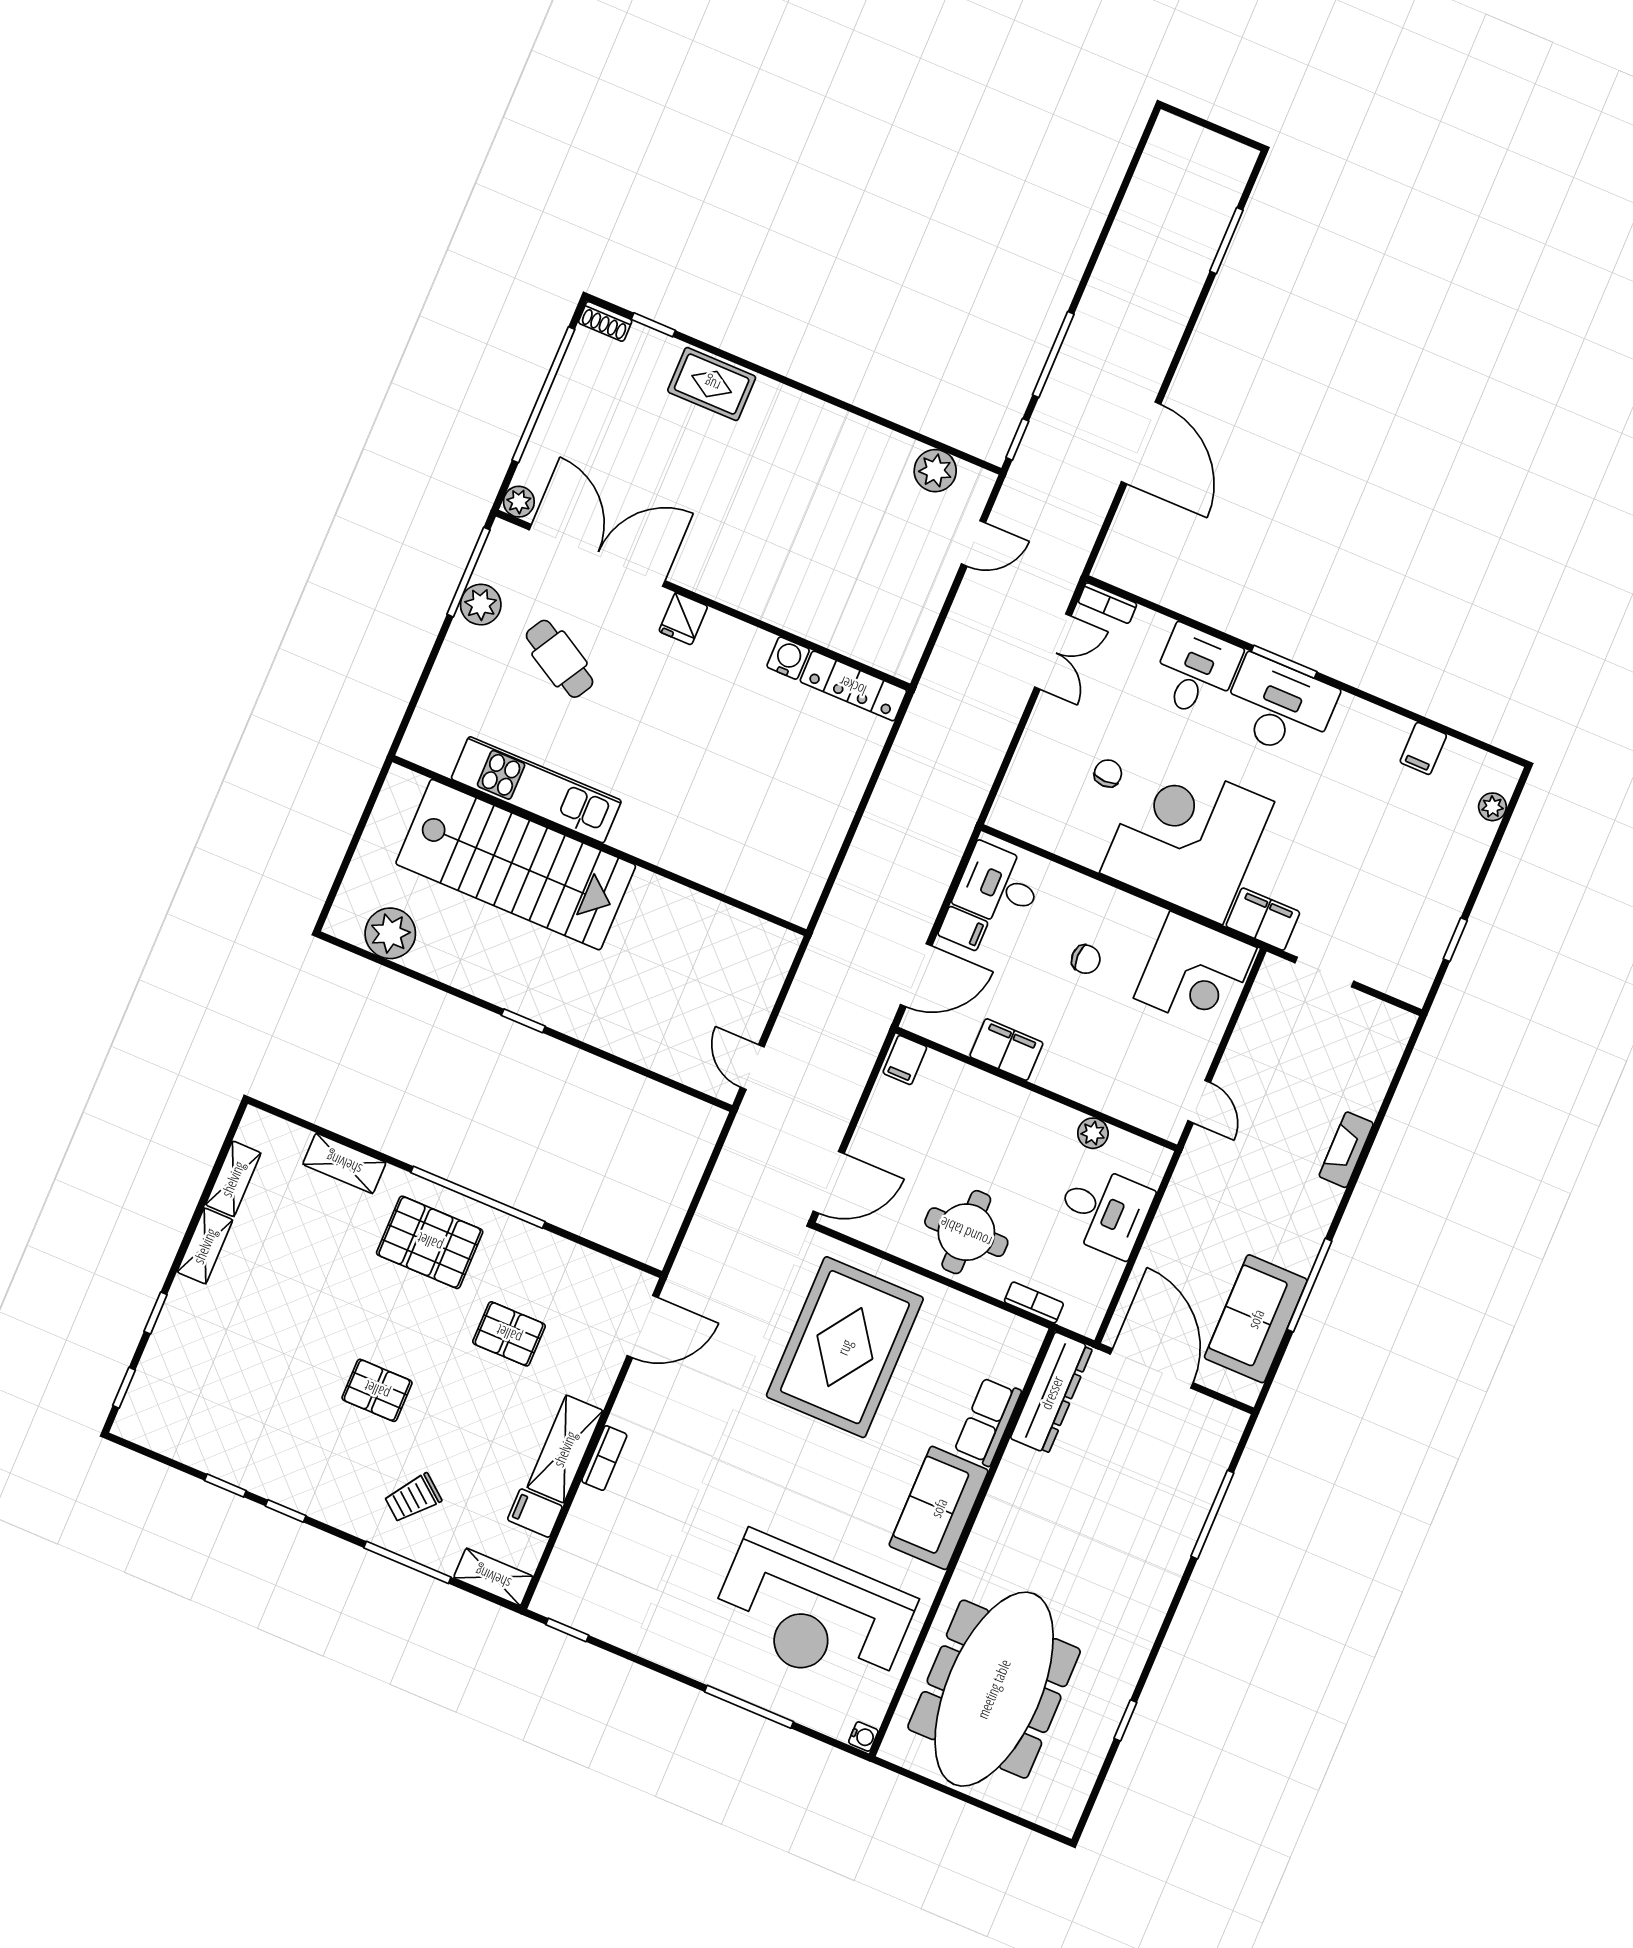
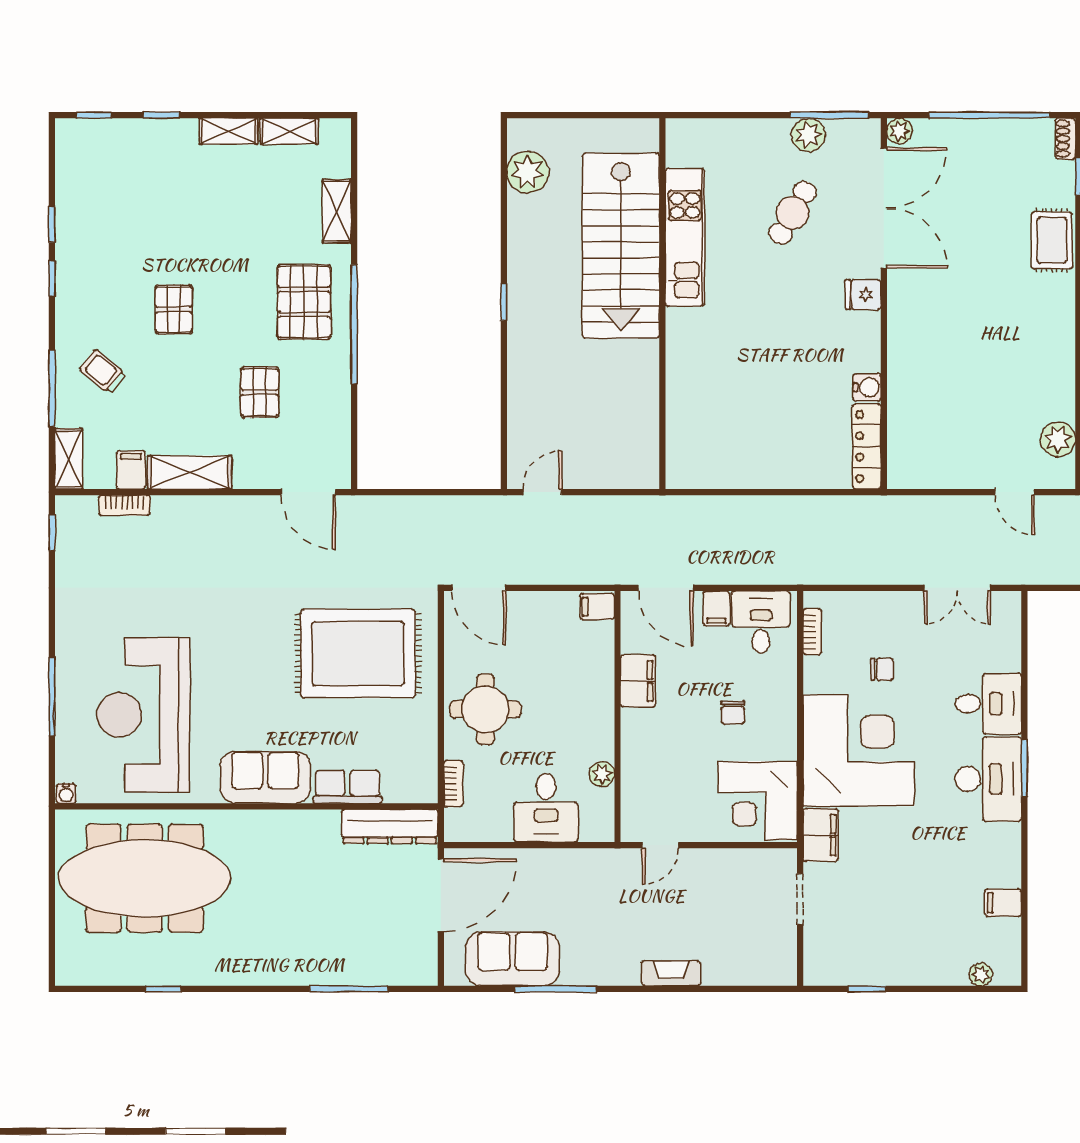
bookcase: (1107, 603) -> (812, 632), moved, turned 180
bookcase: (604, 1458) -> (124, 505), moved

